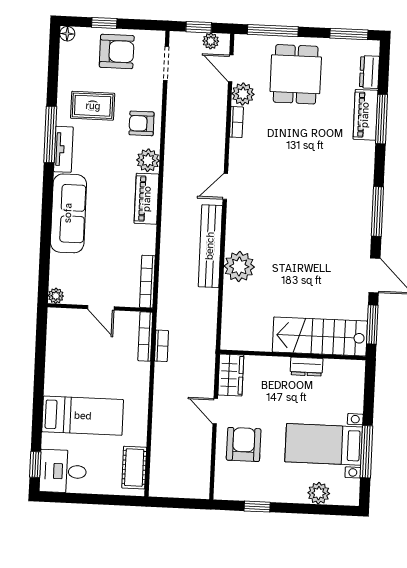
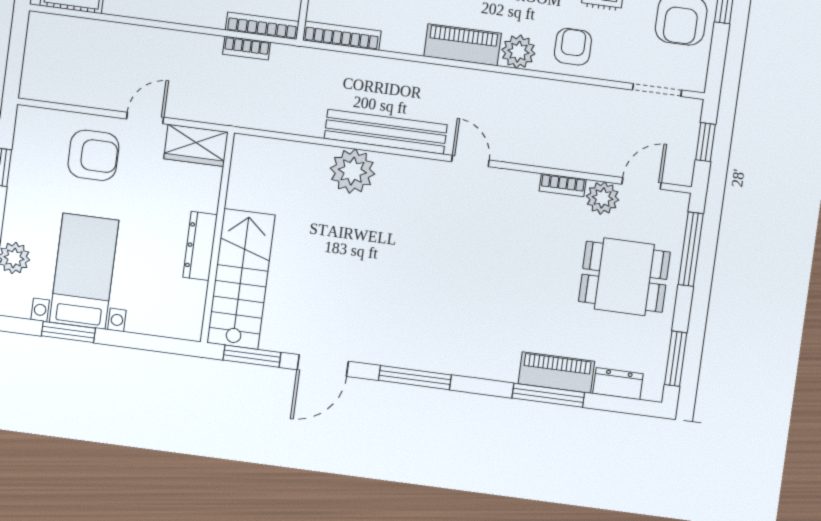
plant: (211, 41) -> (684, 158), removed
dresser: (306, 367) -> (200, 246), width x1.44
window: (366, 452) -> (68, 332), width x0.69

